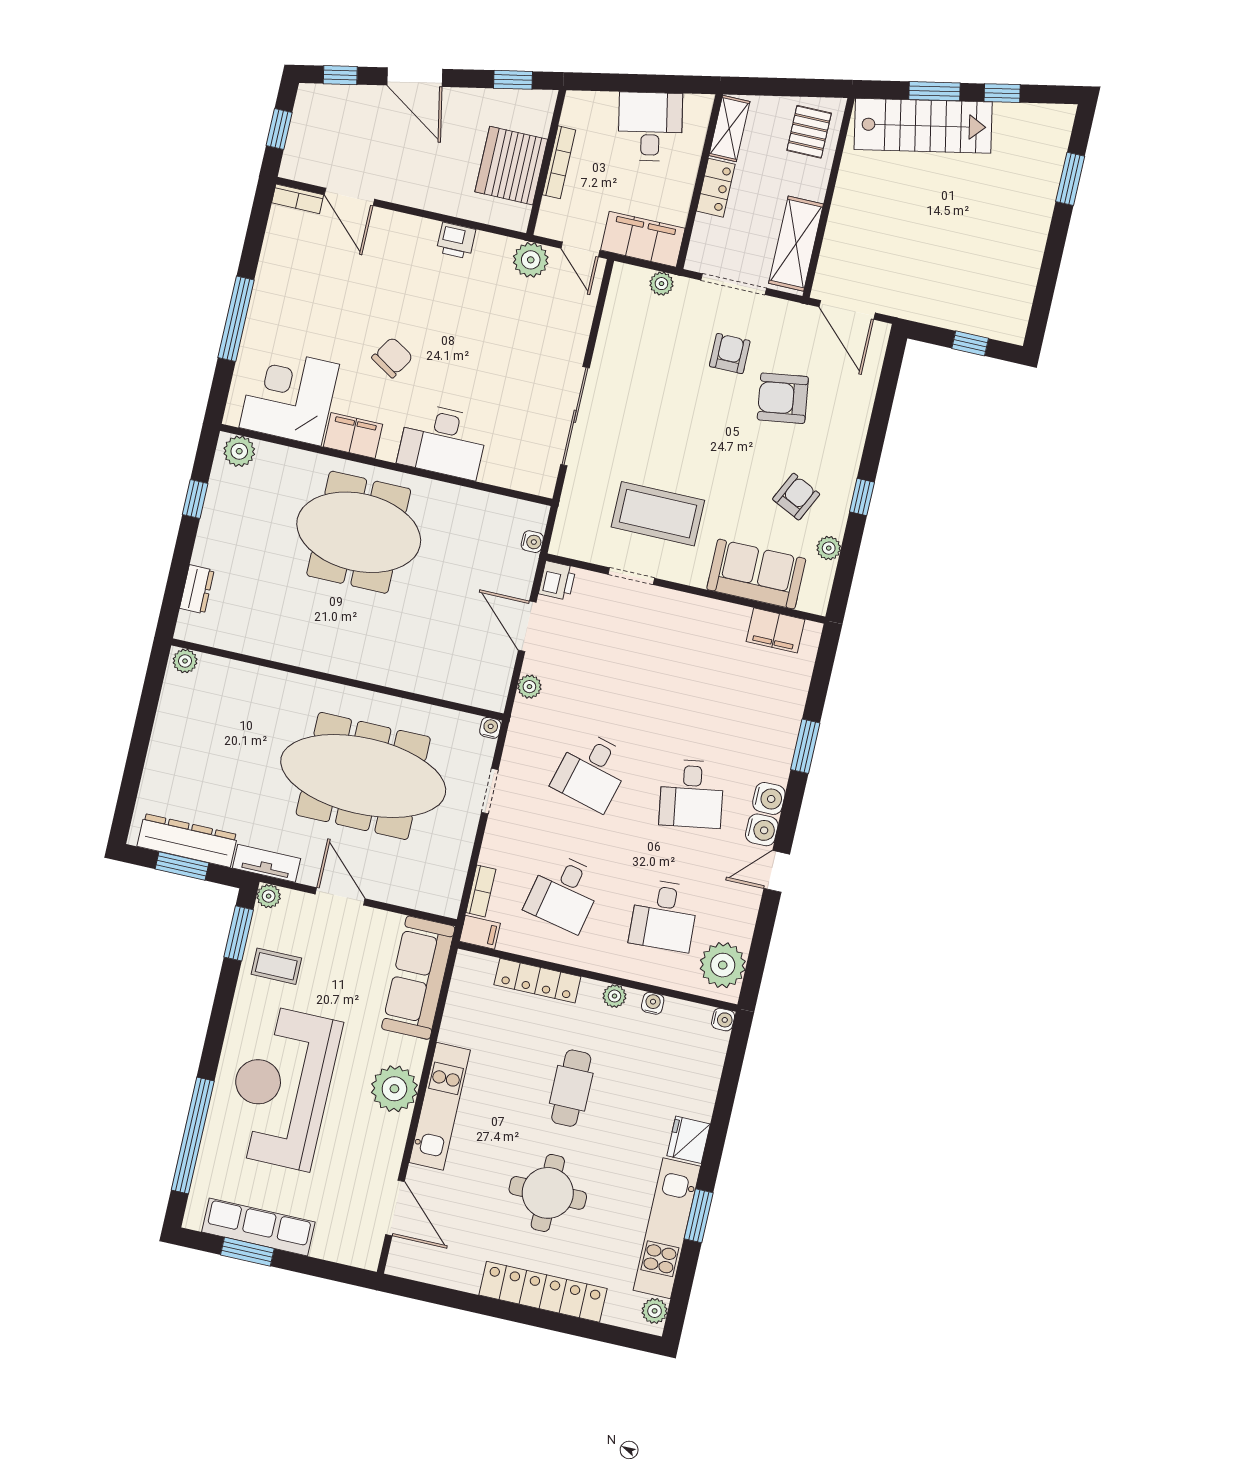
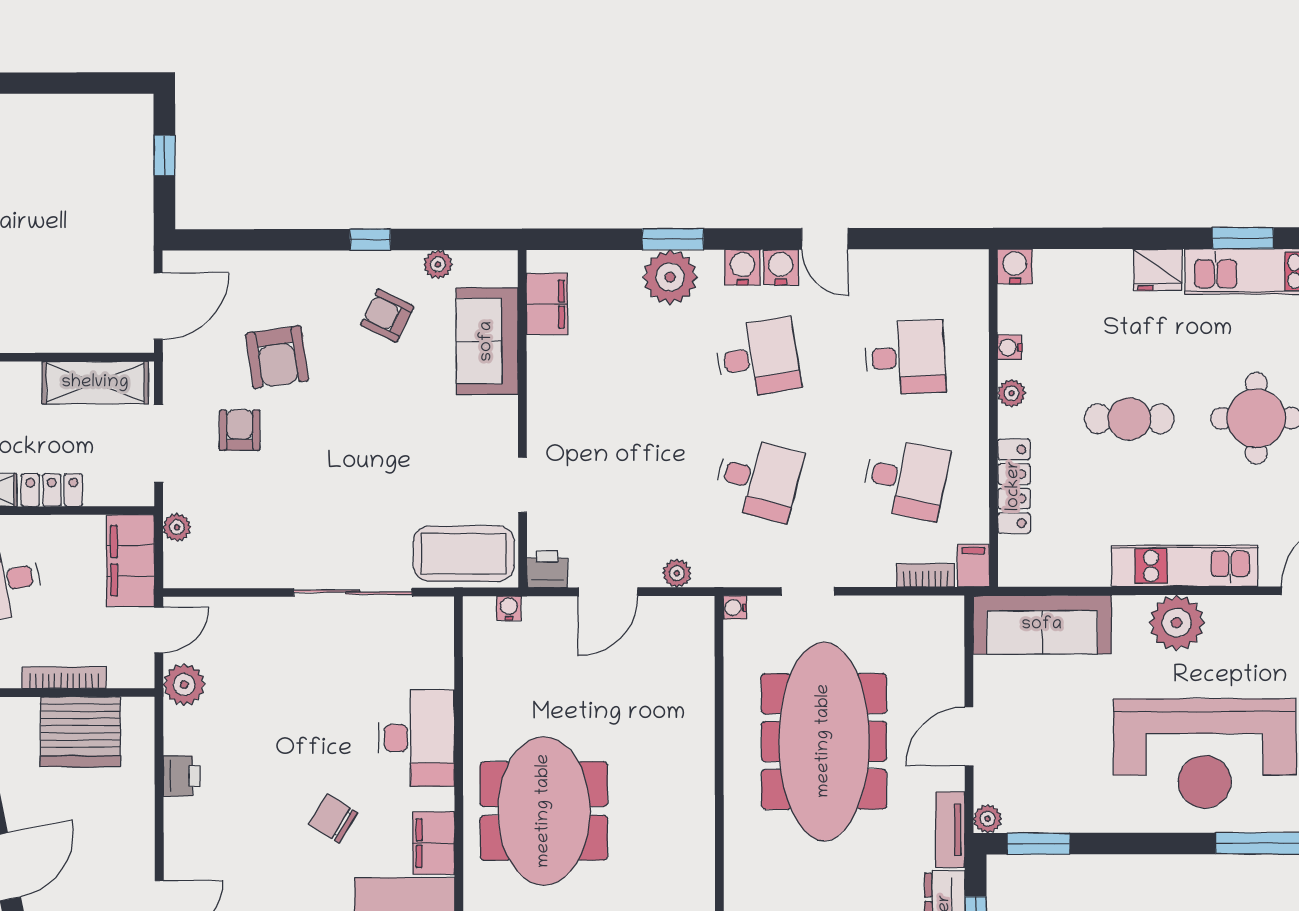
armchair: (730, 354) -> (240, 430), turned 90
coffee table: (658, 514) -> (464, 554), moved, turned 90
plant: (723, 965) -> (670, 277), moved
coffee table: (276, 966) -> (1066, 791), removed
water cooler: (723, 1020) -> (1015, 267), width x1.38, depth x1.38

